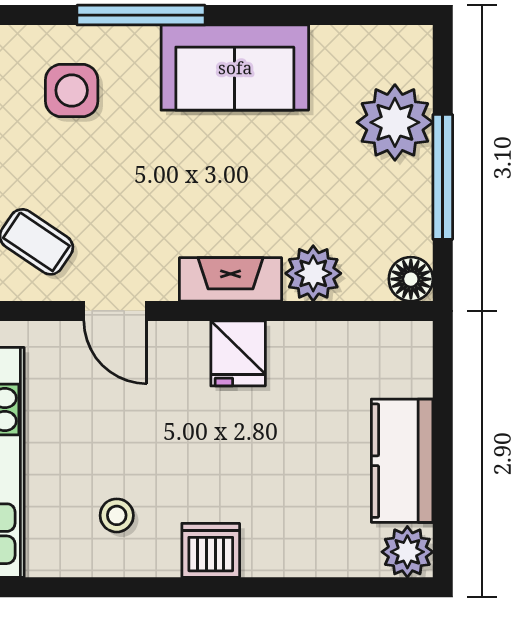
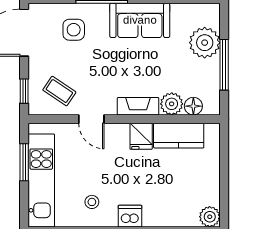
floor lamp: (411, 279) -> (193, 106), moved
kitchen counter: (402, 461) -> (179, 136), moved, turned -90

